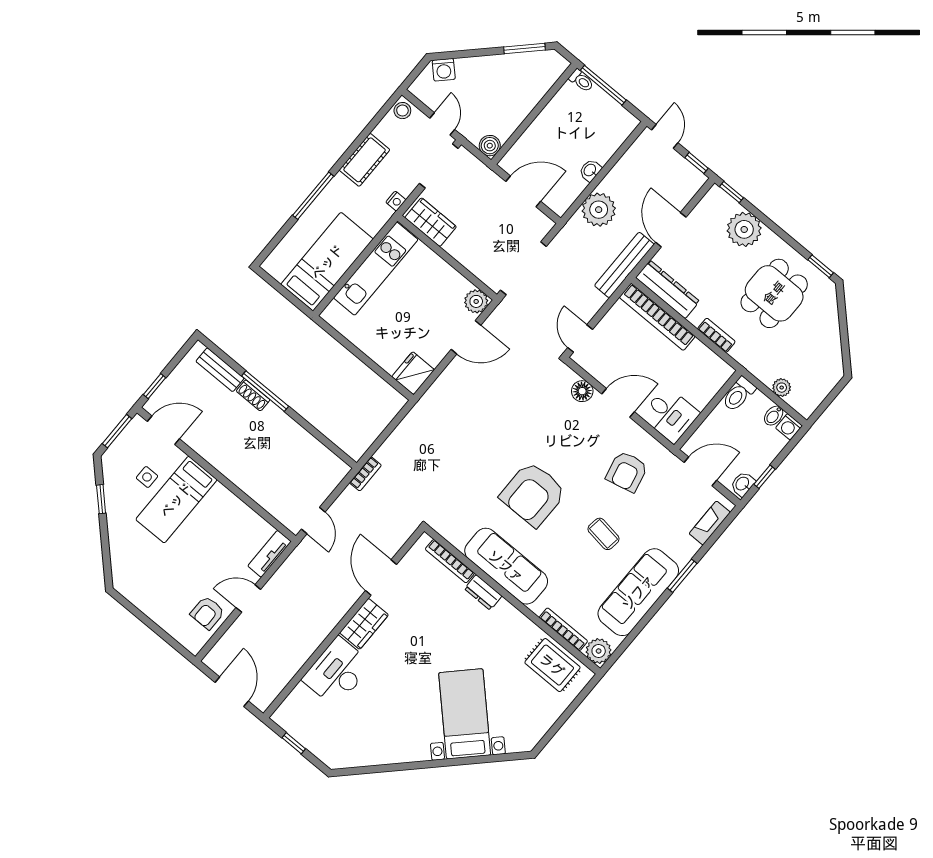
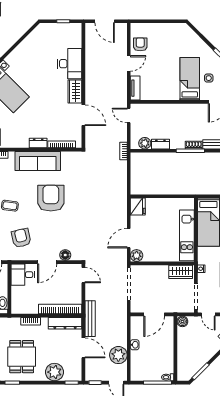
plant: (599, 210) -> (118, 355), moved
dresser: (302, 438) -> (160, 144), added
plant: (324, 459) -> (145, 143), added

